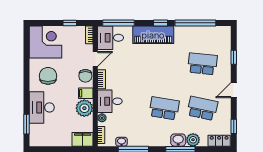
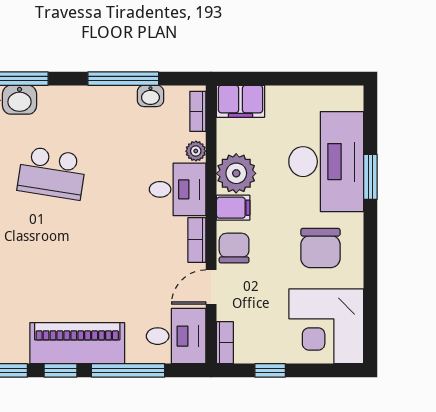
window: (119, 23) -> (128, 370), moved
desk: (42, 107) -> (326, 162), width x1.36, depth x1.30
window: (26, 124) -> (370, 177), moved

